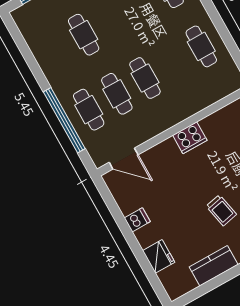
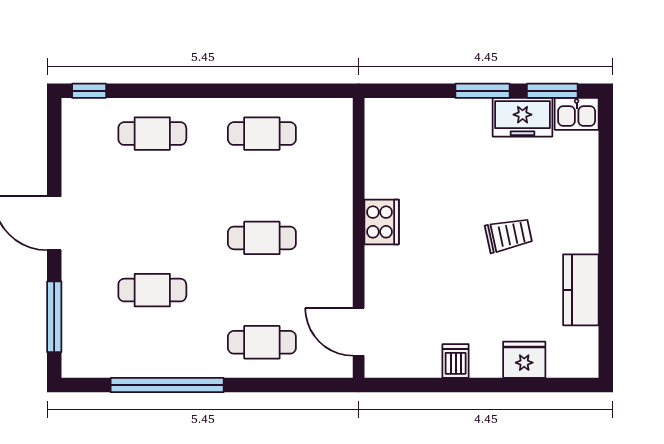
cafe table: (117, 94) -> (262, 290), removed
window: (64, 120) -> (167, 385), moved
door: (124, 159) -> (359, 332), swing flipped

